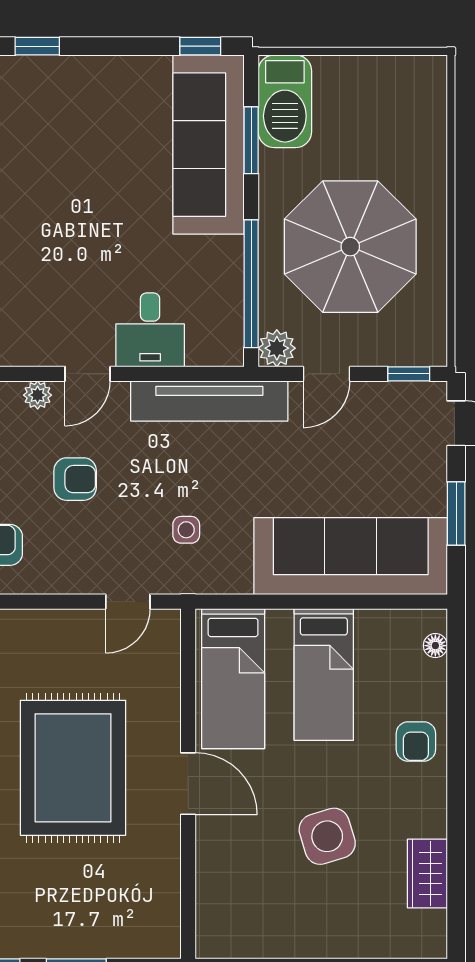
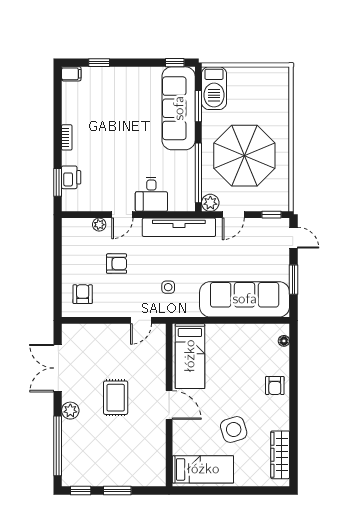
bed: (324, 674) -> (203, 469), moved, turned -90
rug: (73, 768) -> (116, 398), width x0.54, depth x0.49
wardrobe: (427, 873) -> (280, 455), width x1.50

